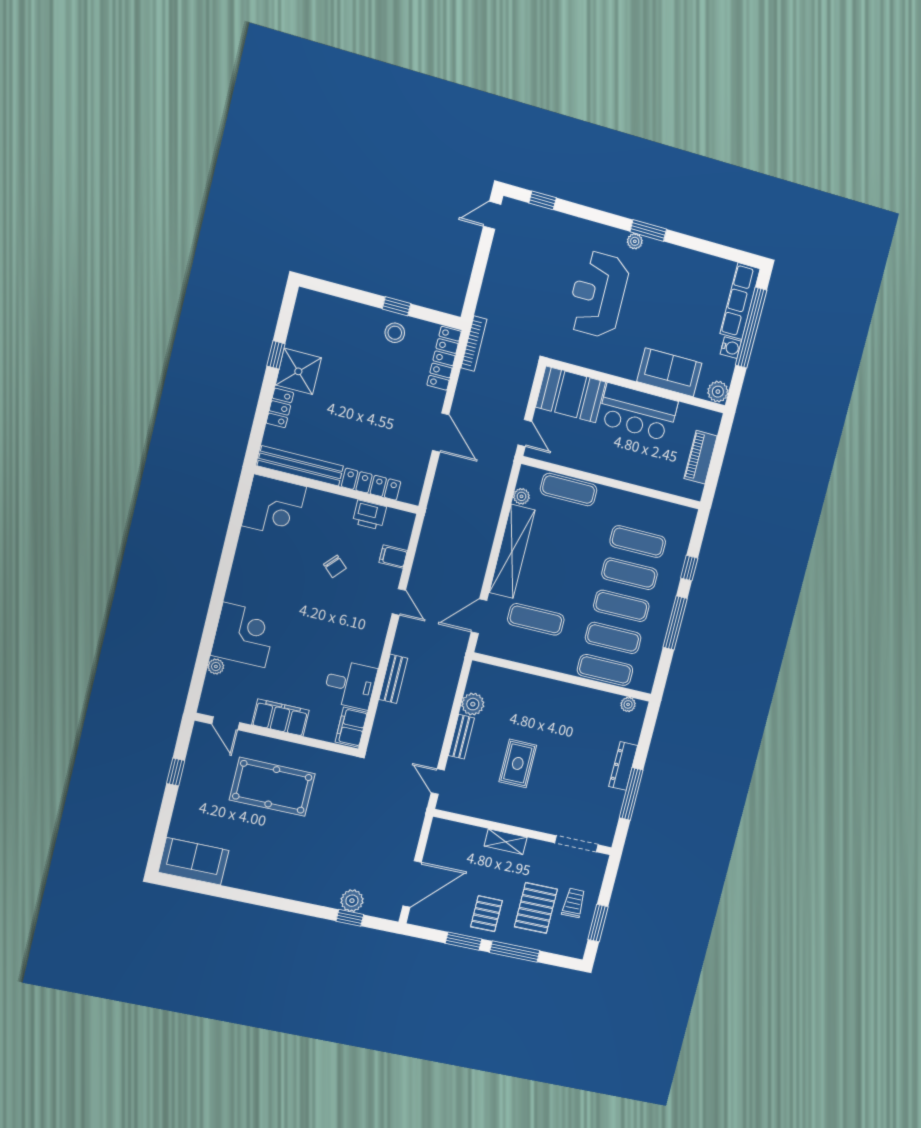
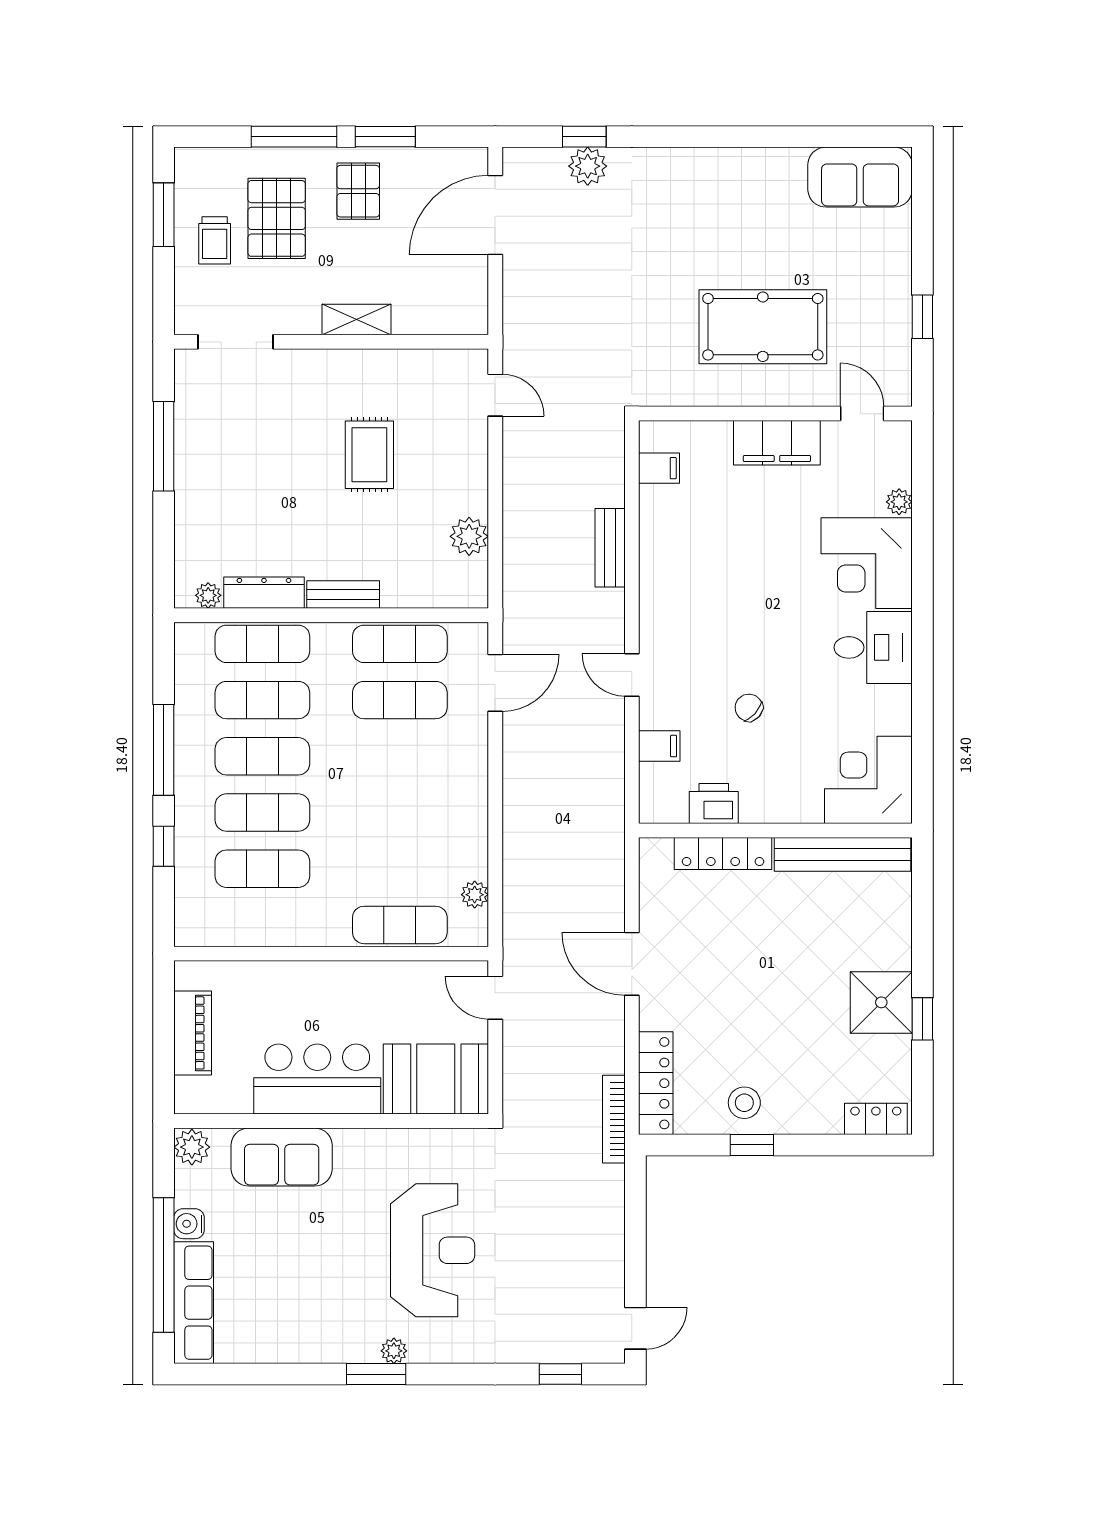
locker: (280, 408) -> (876, 1119), moved, turned 90
shelving: (512, 551) -> (467, 802), removed
exercise mat: (528, 652) -> (400, 644), added
desk: (350, 684) -> (873, 647), moved, turned 180
filing cabinet: (351, 727) -> (659, 468), width x0.50
bench: (461, 737) -> (343, 595), moved, turned 90
dresser: (623, 766) -> (264, 593), moved, turned -90

